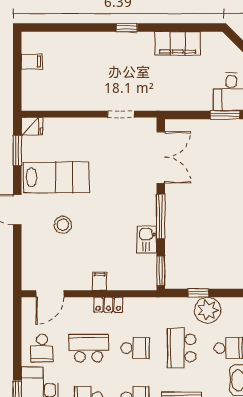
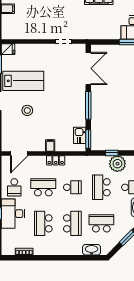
kitchen sink: (147, 240) -> (80, 135), moved

